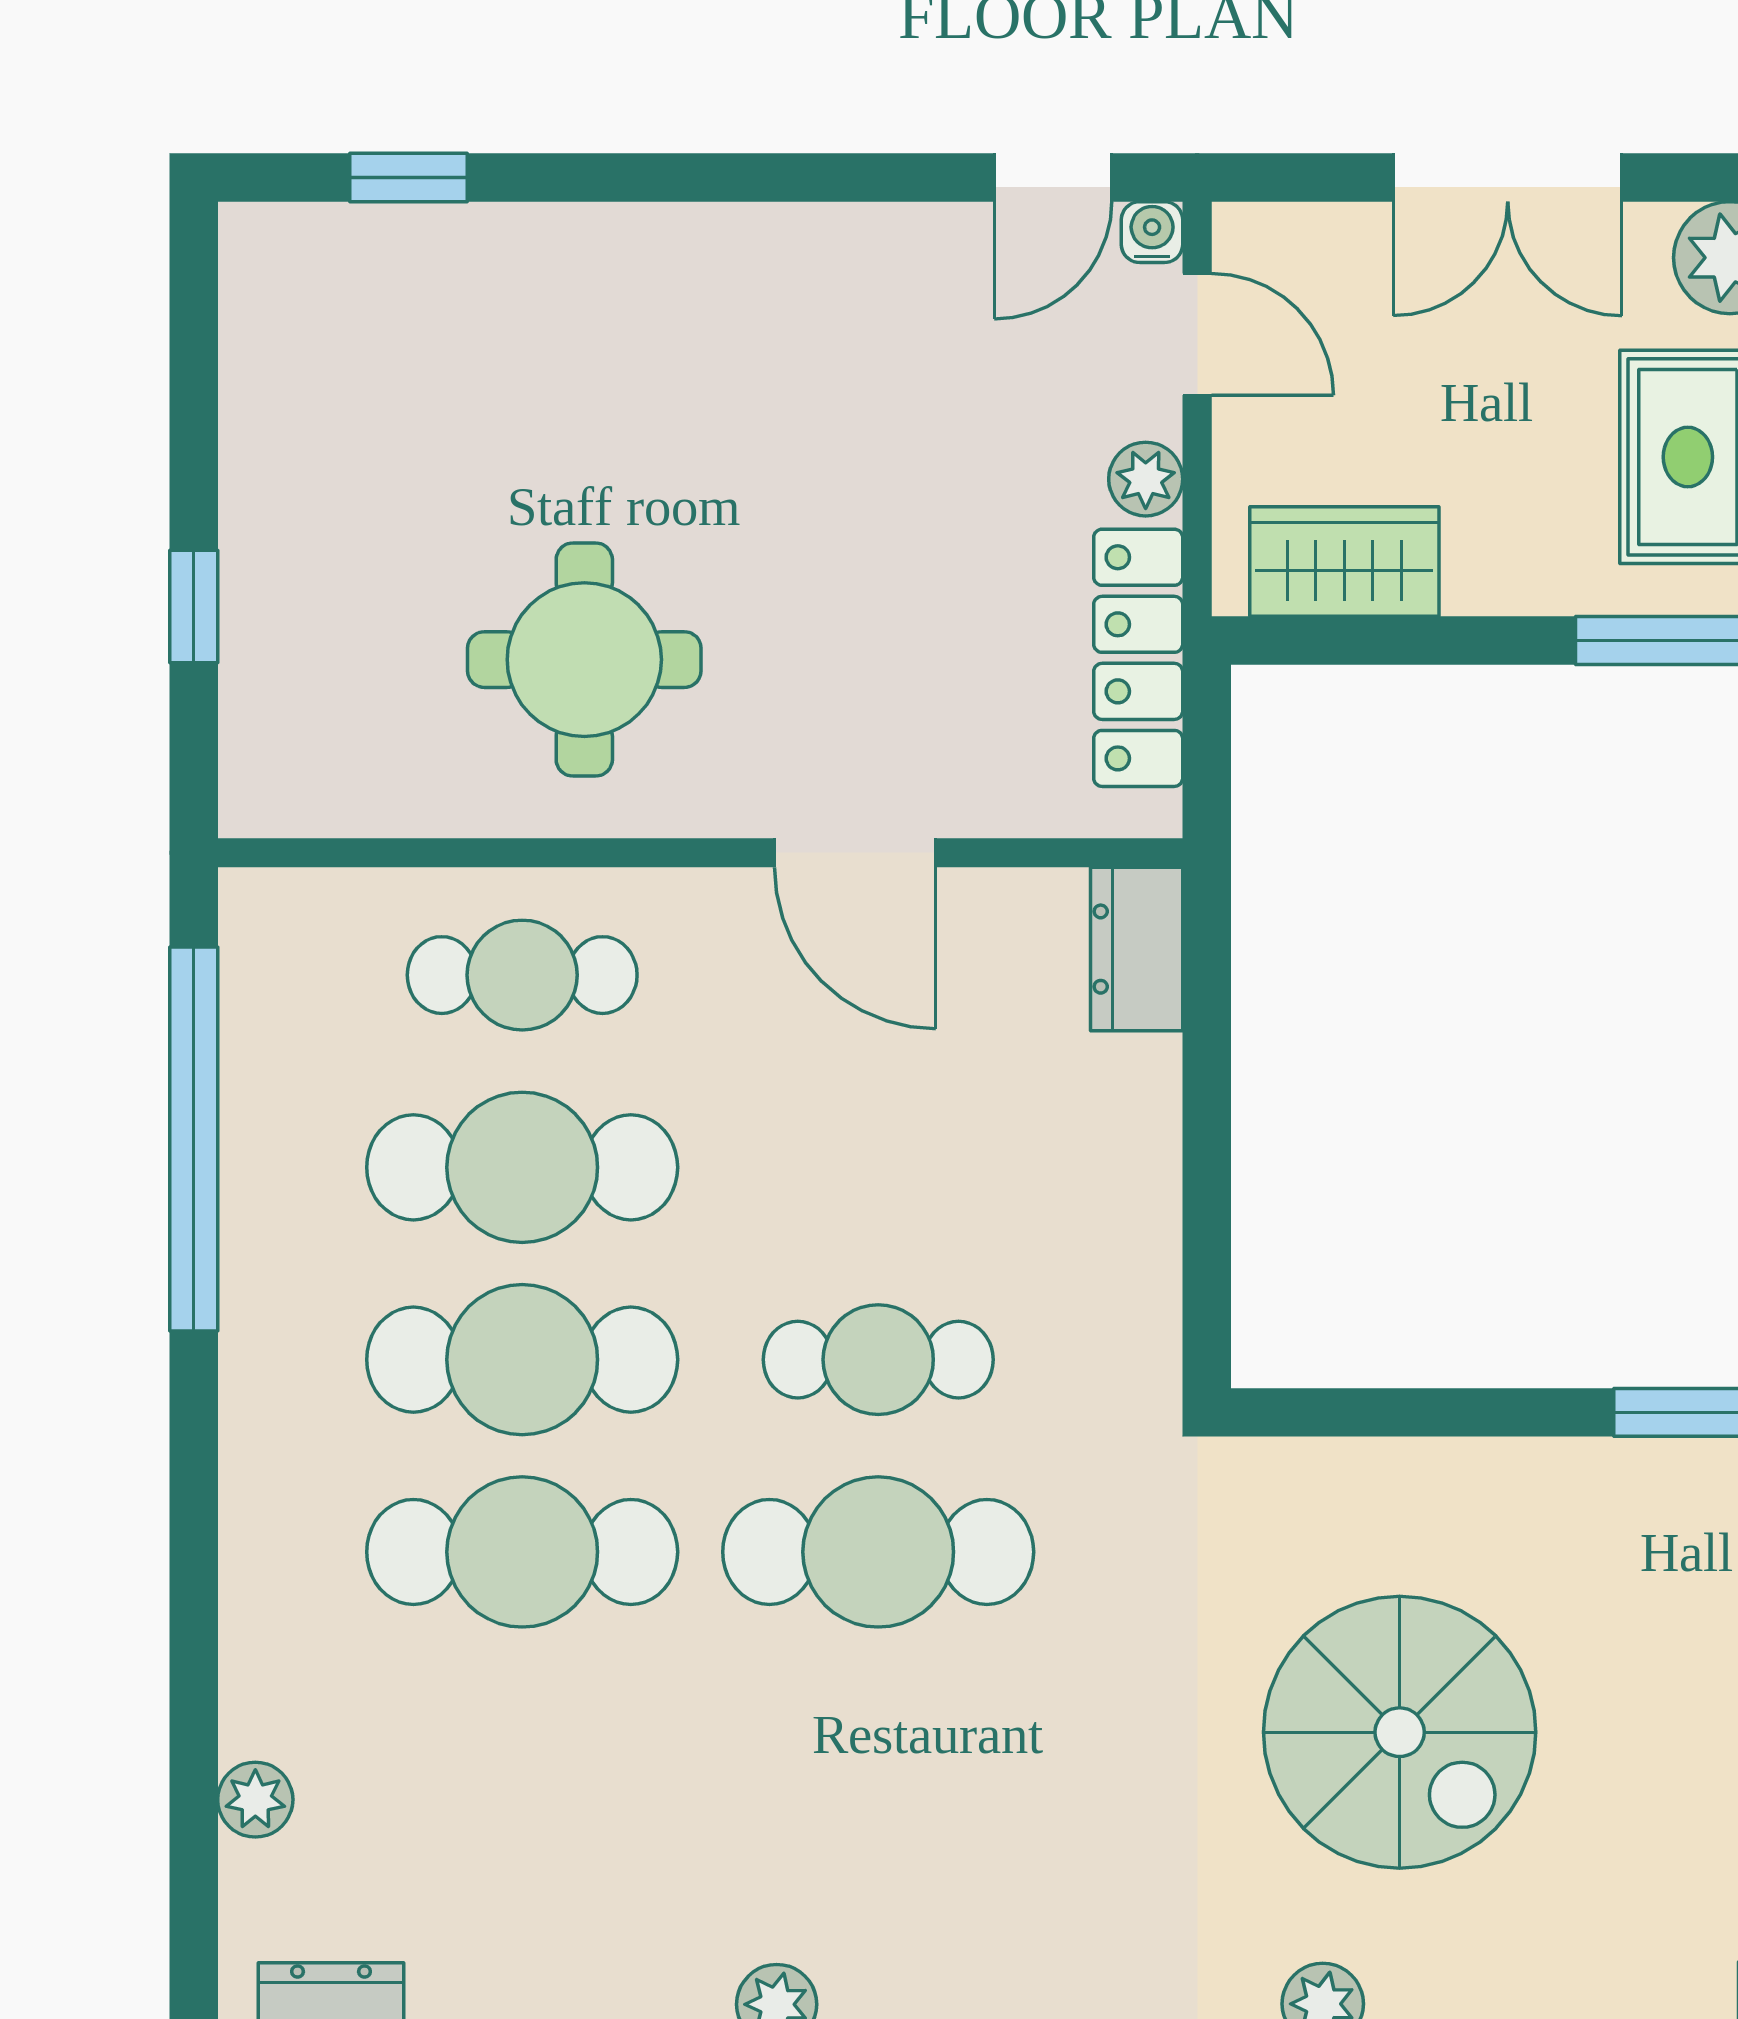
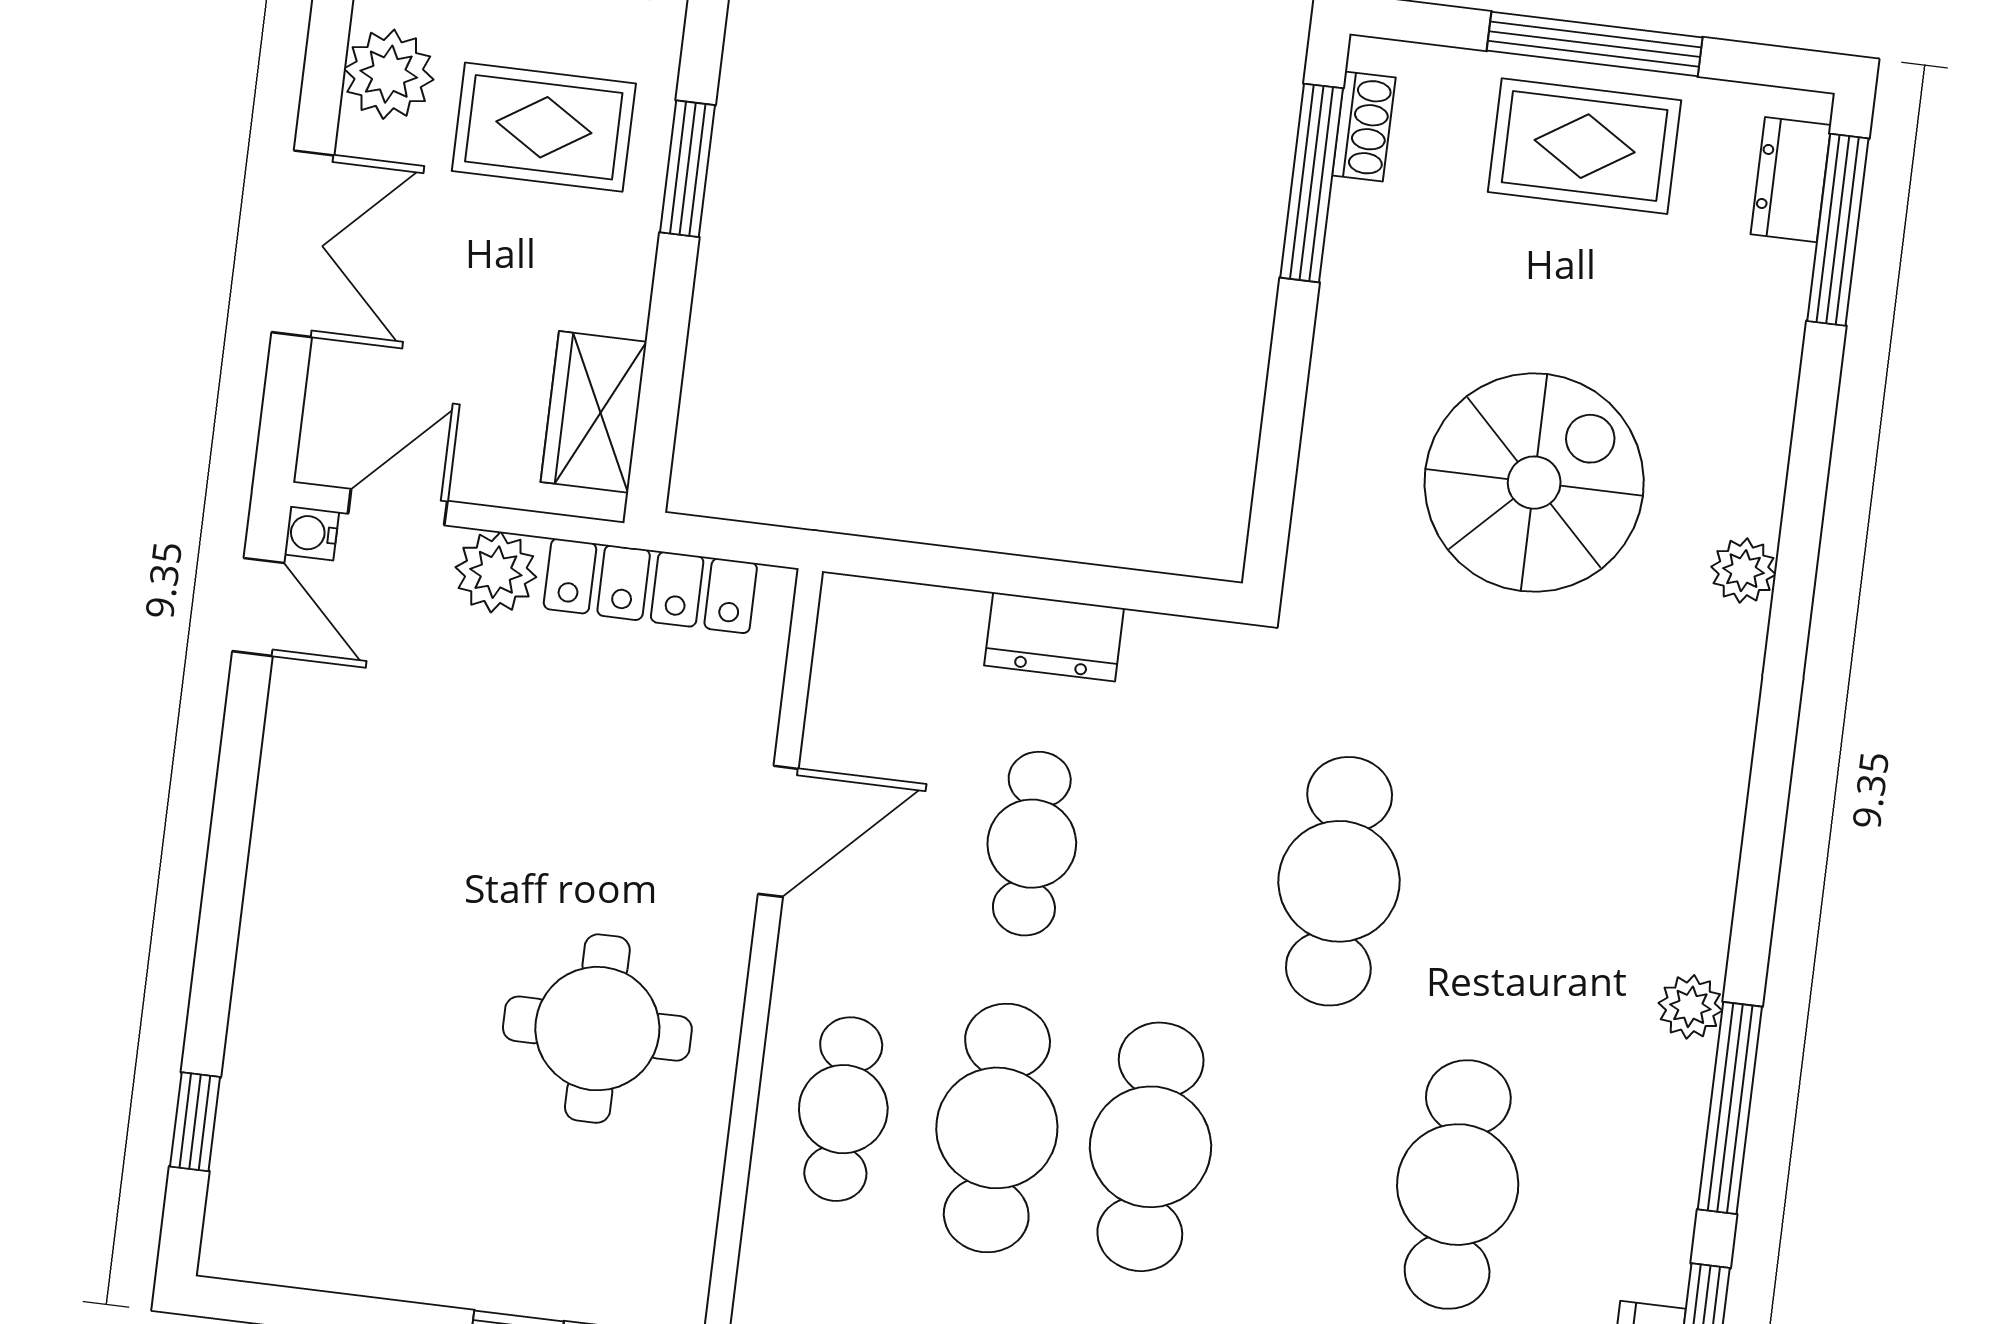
plant: (1146, 479) -> (496, 572), width x1.38, depth x1.38
dresser: (1137, 949) -> (1054, 637), moved
cafe table: (878, 1360) -> (1032, 844), moved
cafe table: (522, 1552) -> (1458, 1185), moved

